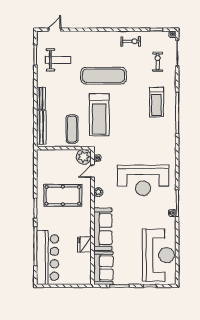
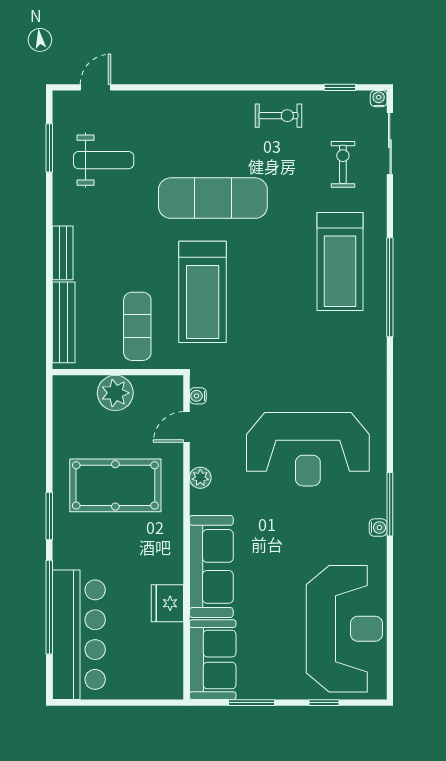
treadmill: (156, 102) -> (340, 261), width x1.37, depth x1.38
plant: (84, 157) -> (115, 393), moved

